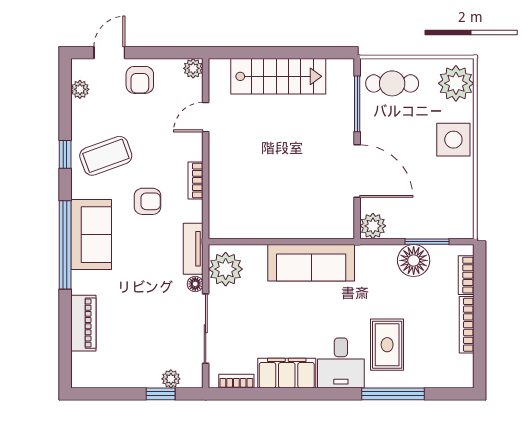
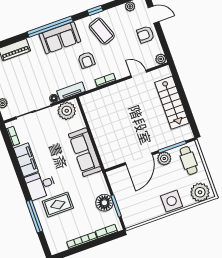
plant: (373, 226) -> (164, 159), moved

